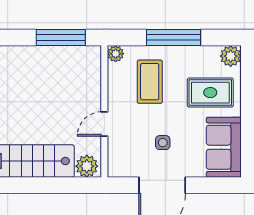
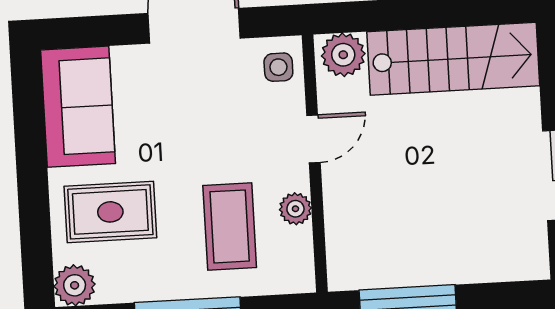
plant: (116, 54) -> (295, 209), moved
side table: (163, 143) -> (278, 67), moved

